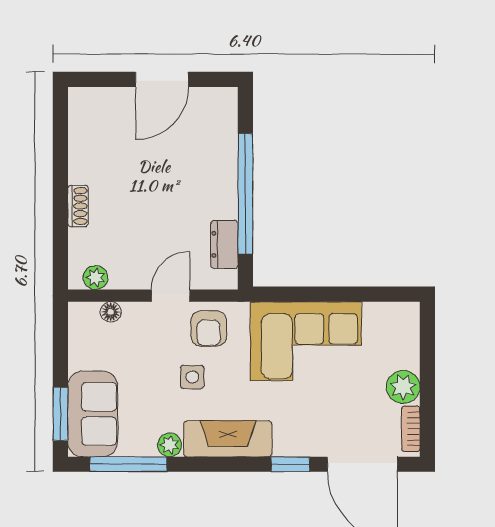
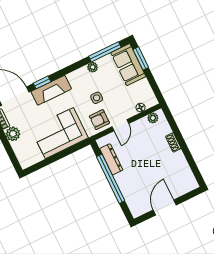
dresser: (224, 244) -> (111, 159), width x1.44
armchair: (209, 329) -> (99, 120), turned -90
fireplace: (228, 439) -> (51, 90), moved

